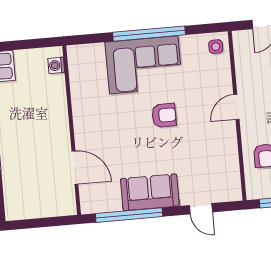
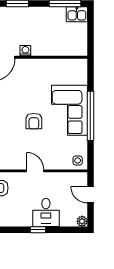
washing machine: (56, 65) -> (25, 51), moved

